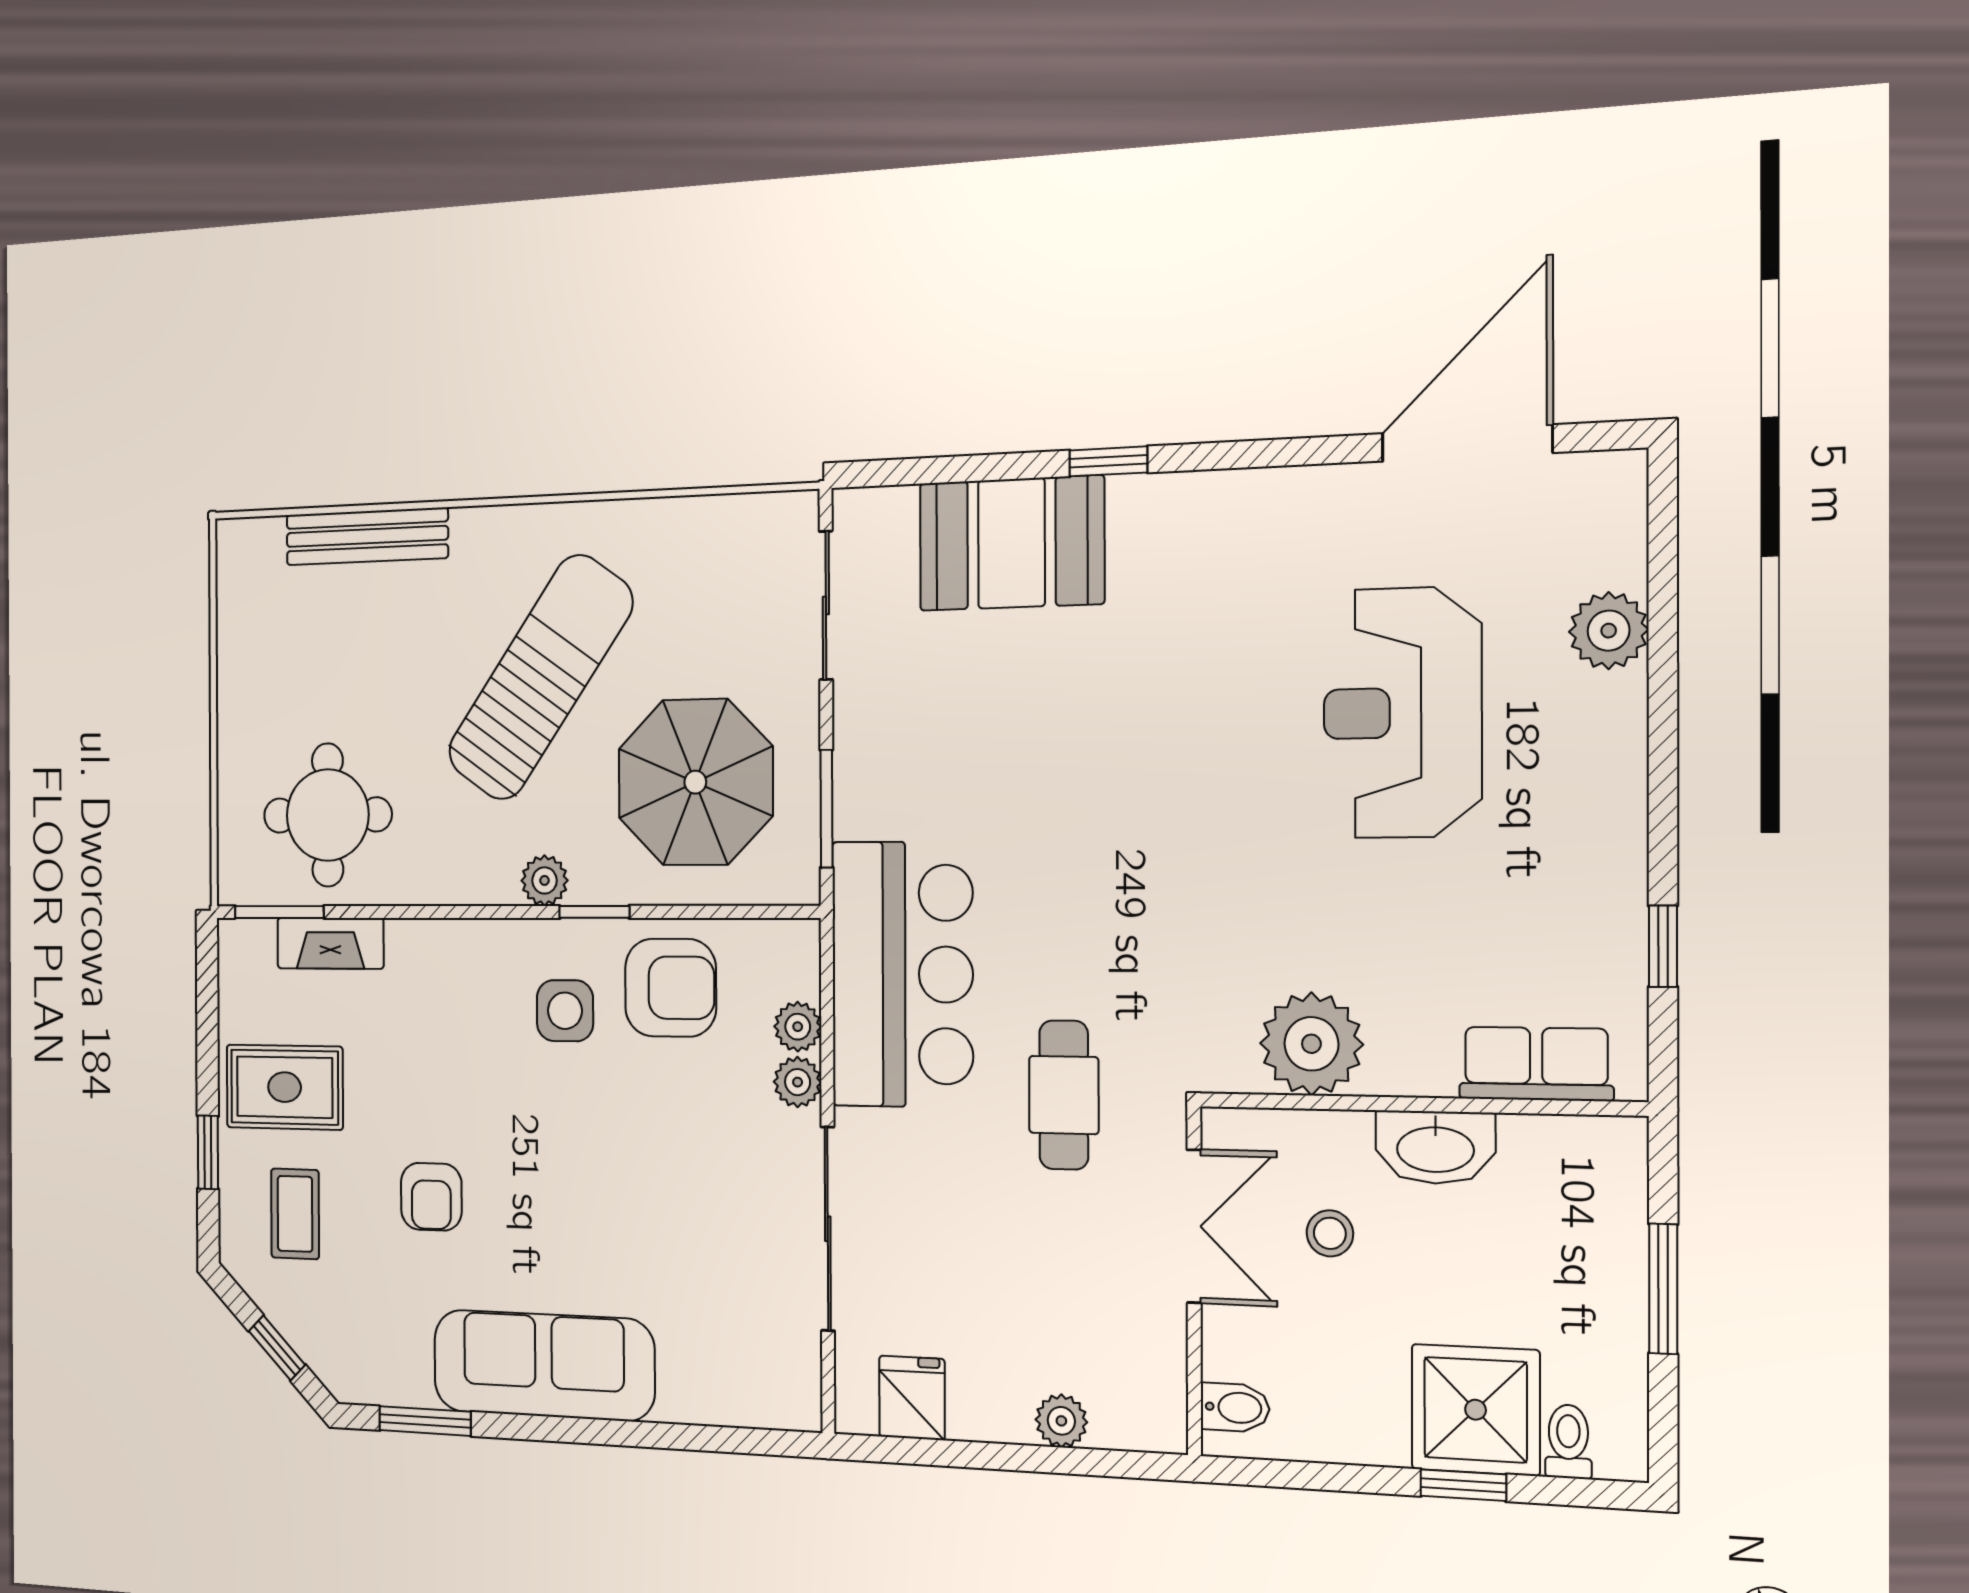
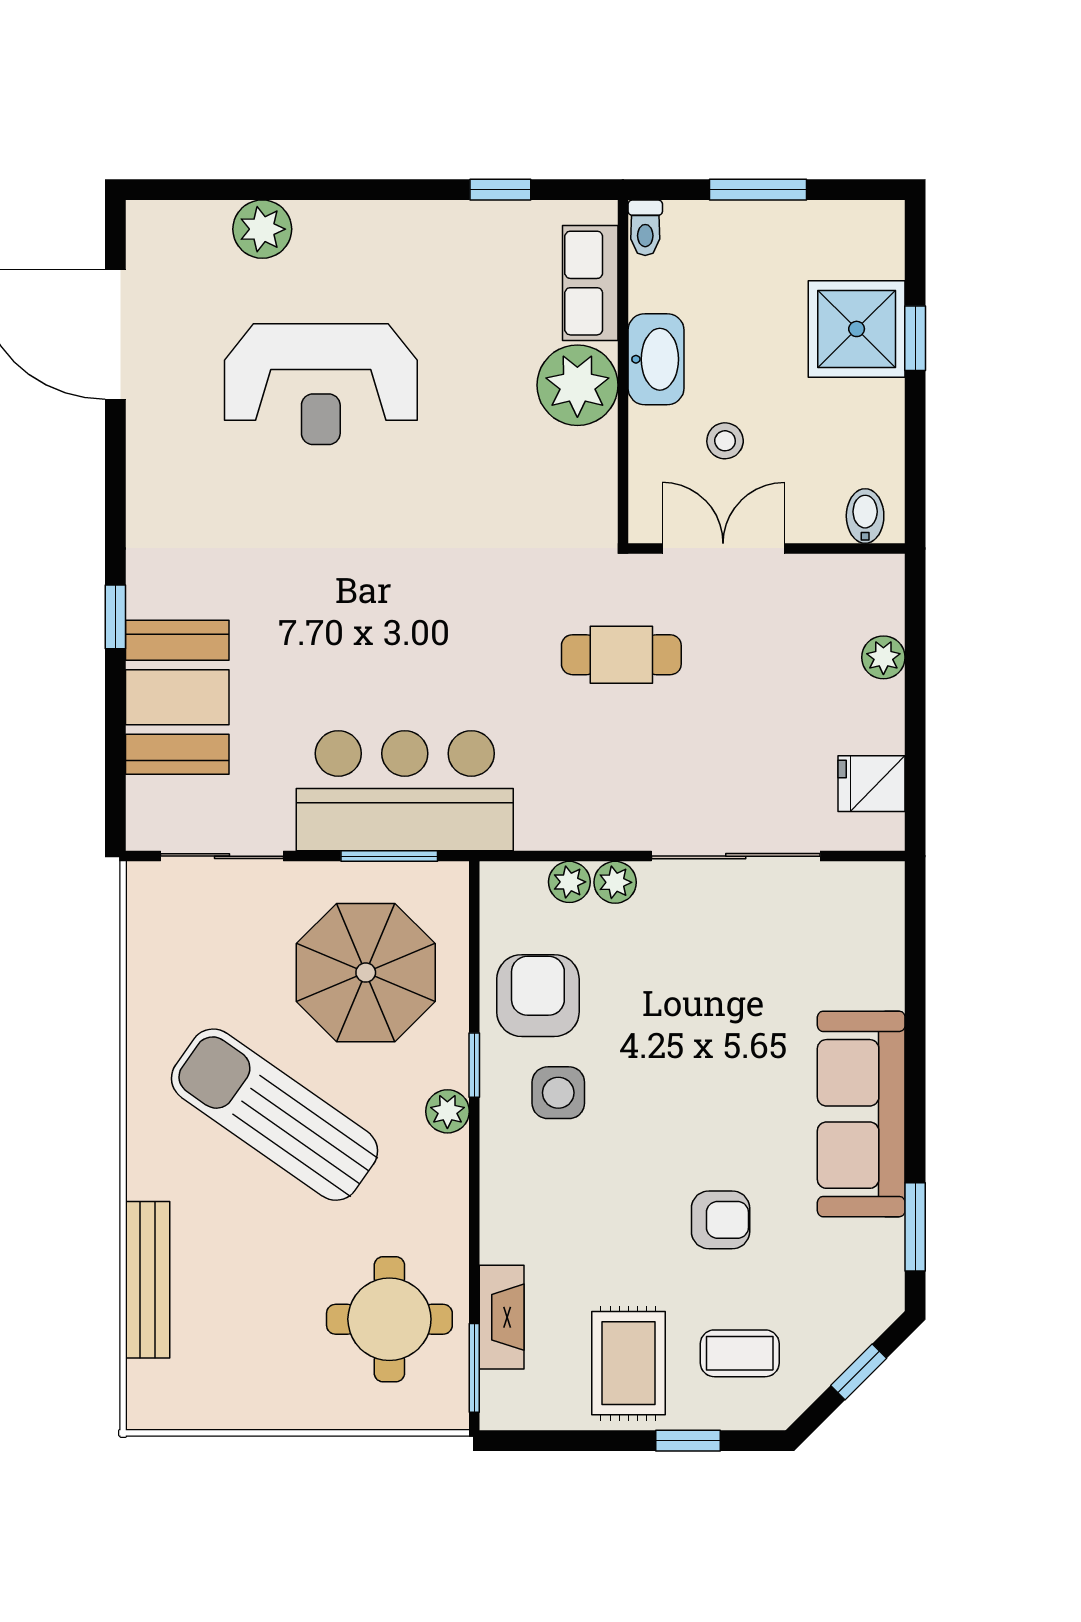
bar counter: (902, 974) -> (405, 791), moved
plant: (1311, 1044) -> (577, 385), moved
toilet: (1568, 1441) -> (645, 228), moved, turned -90

